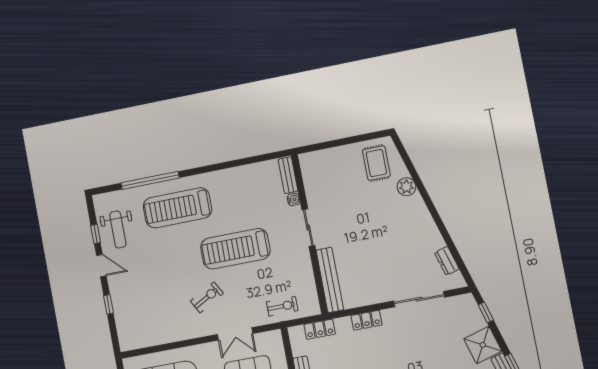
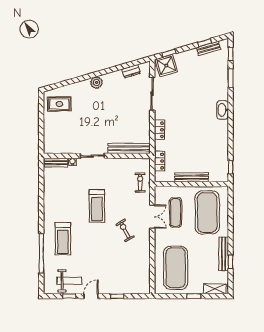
plant: (406, 187) -> (96, 83), moved
treadmill: (178, 208) -> (63, 239), width x0.73, depth x0.73
treadmill: (235, 249) -> (97, 206), width x0.73, depth x0.73
shower: (483, 345) -> (166, 66), moved

